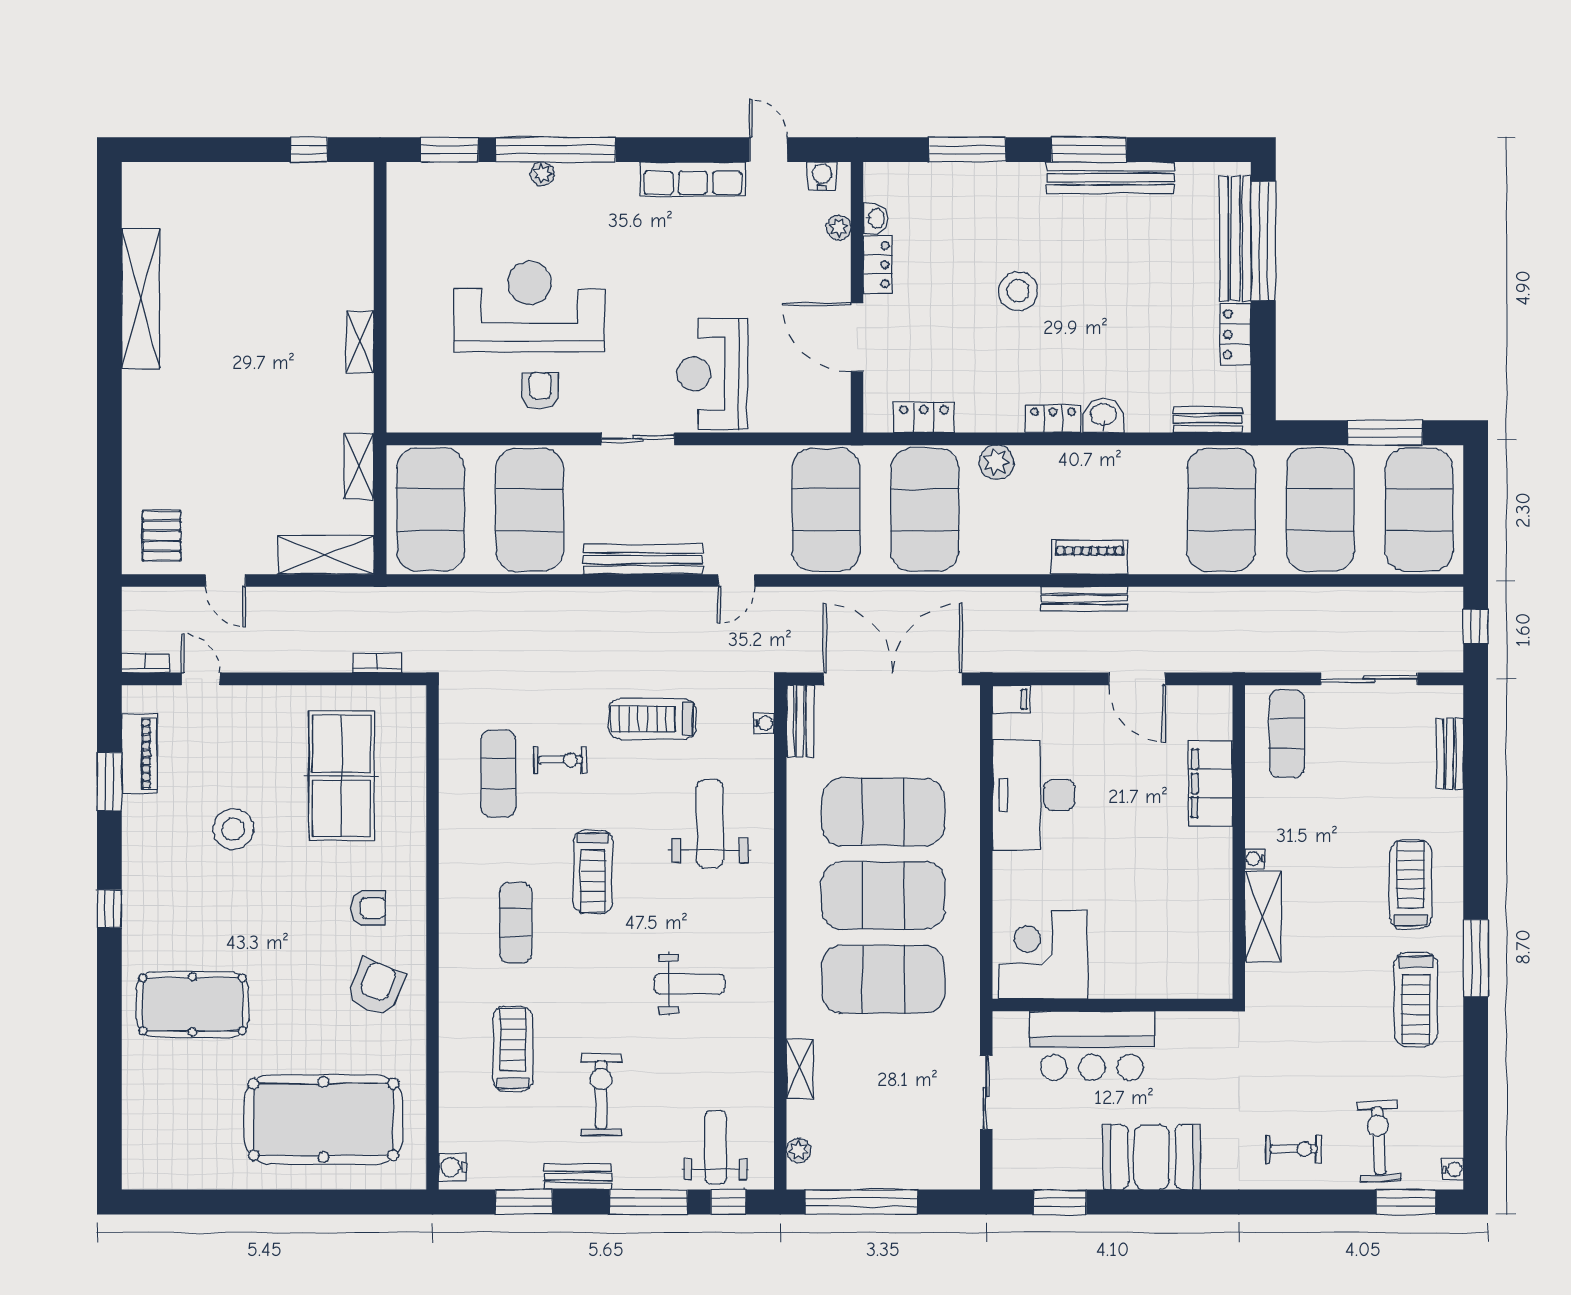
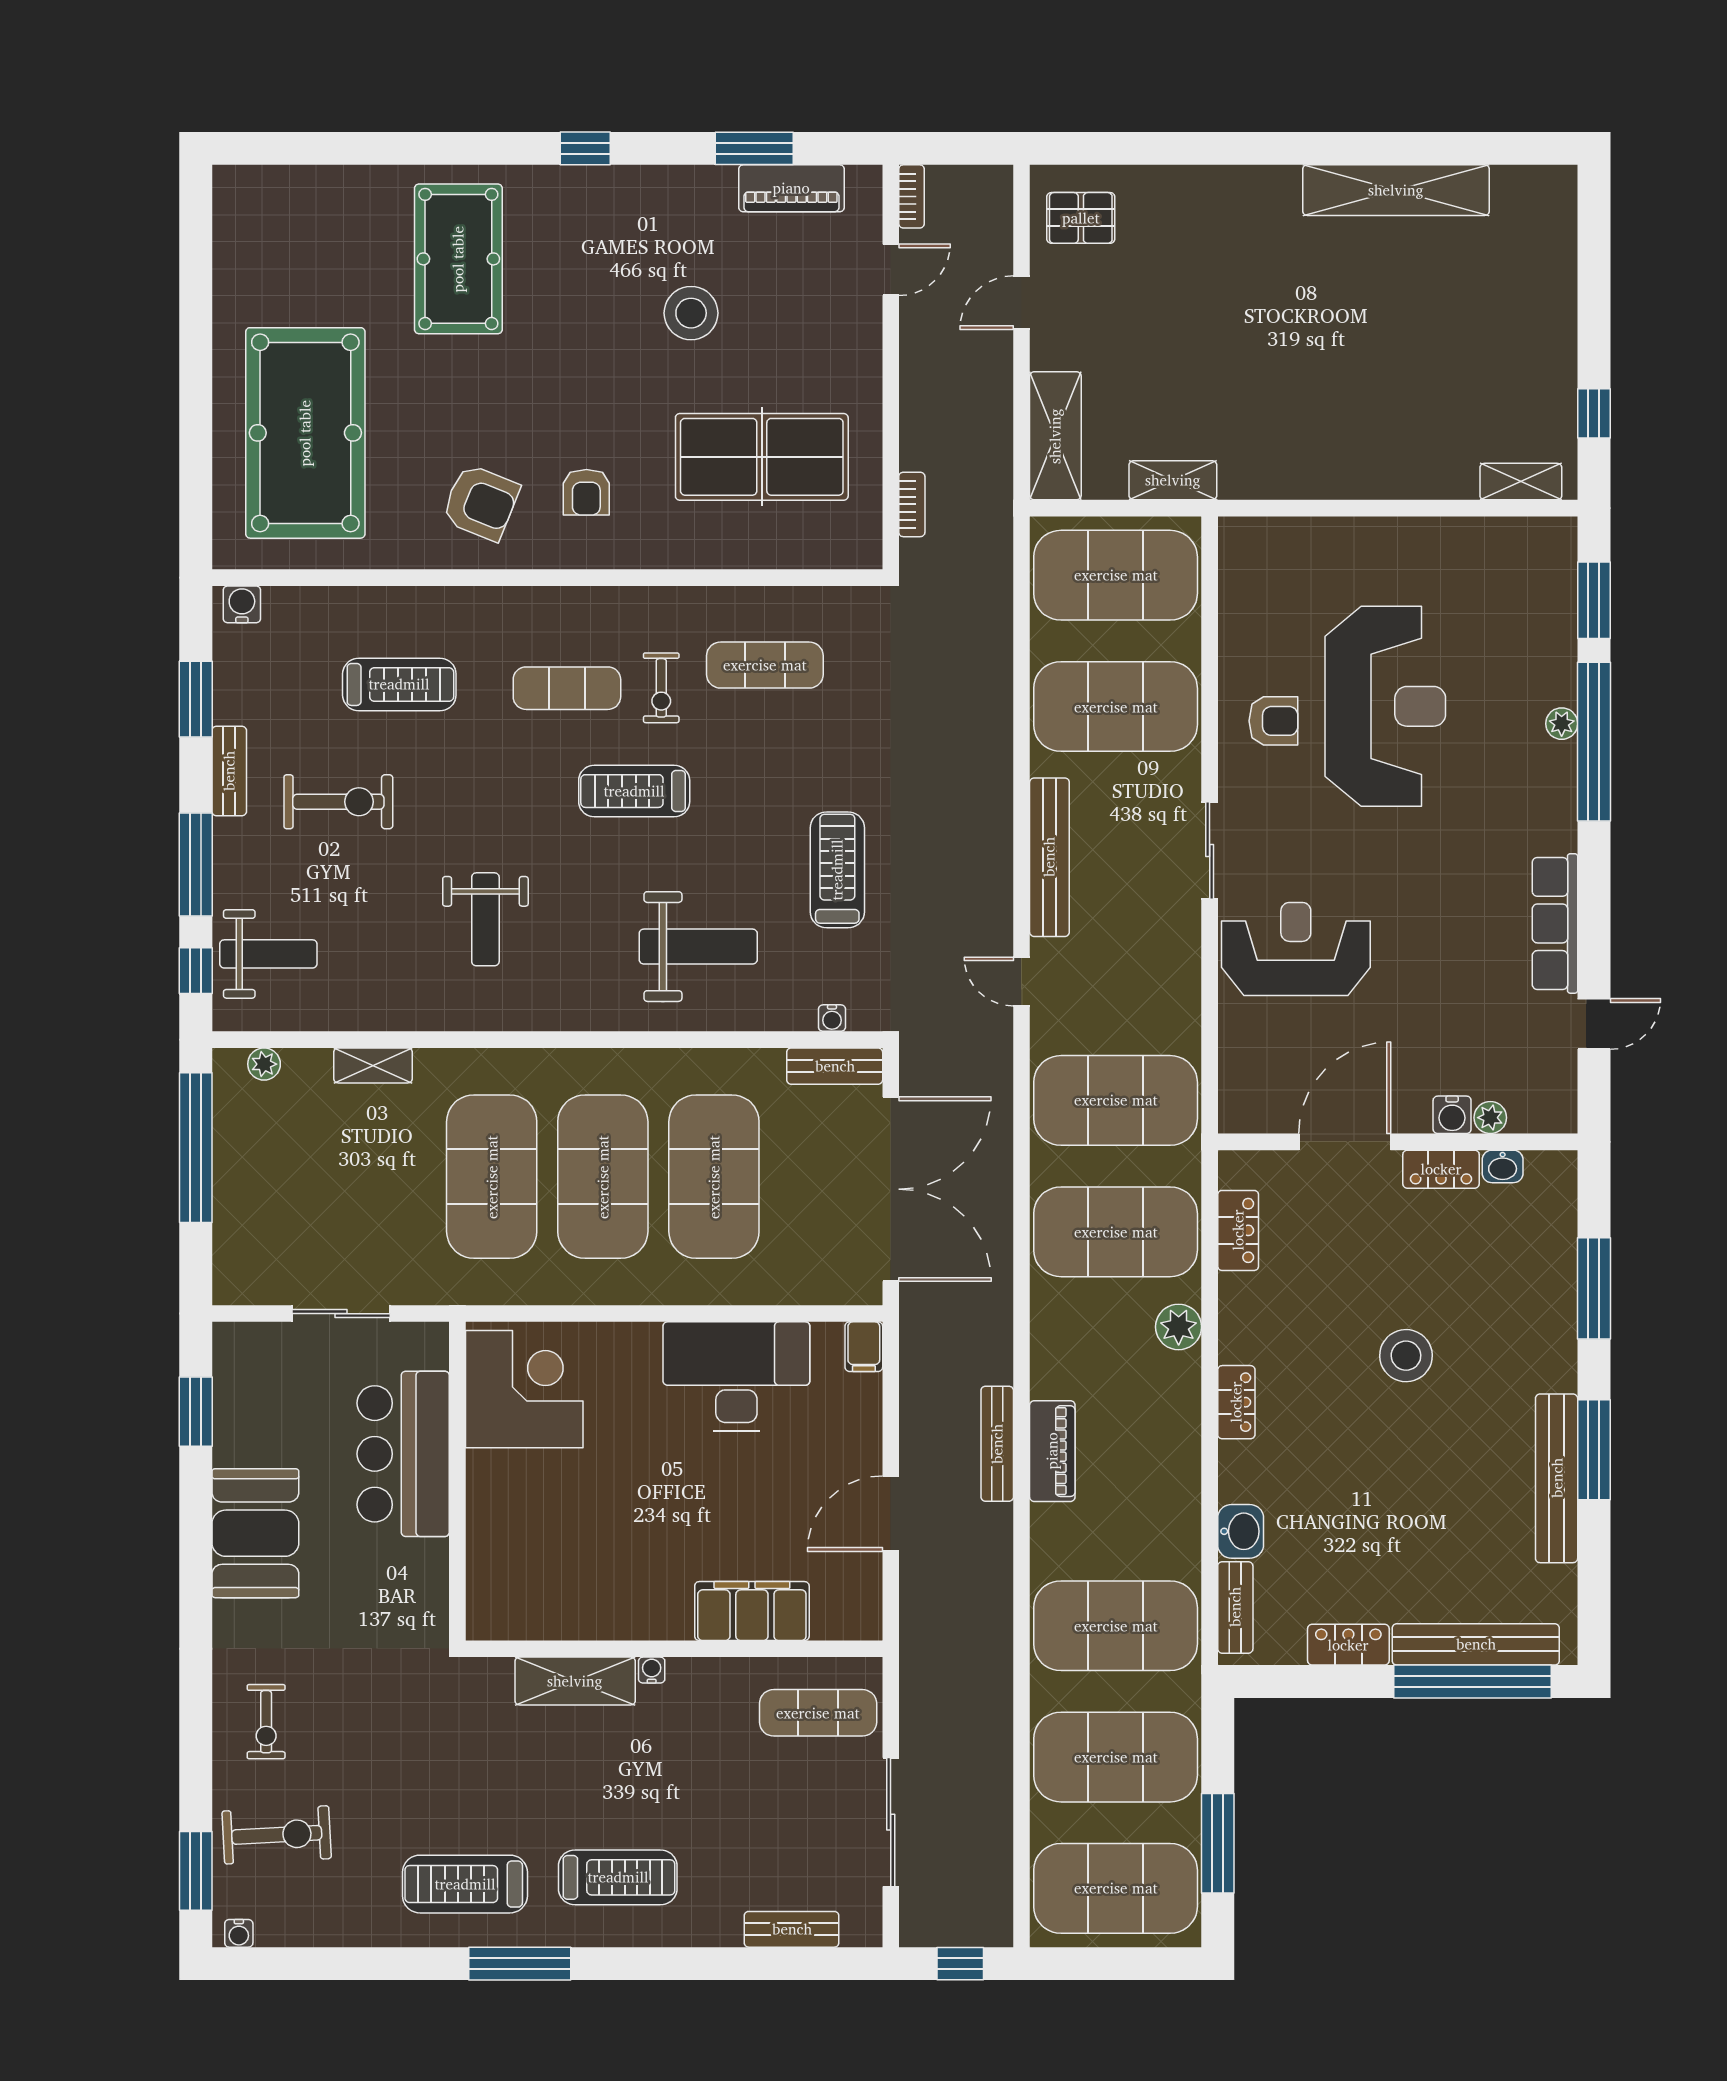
water cooler: (822, 176) -> (1452, 1115), moved, turned 90
shelving: (360, 342) -> (1521, 482), moved
washbasin: (1103, 416) -> (1241, 1531), moved
exercise bike: (560, 760) -> (661, 688), moved

